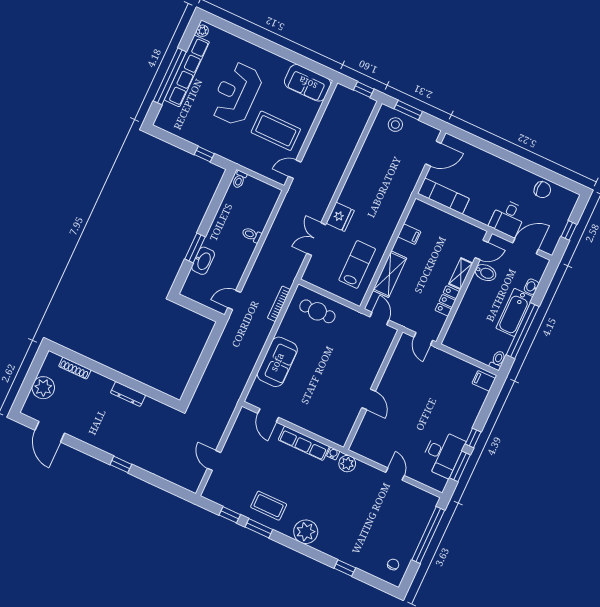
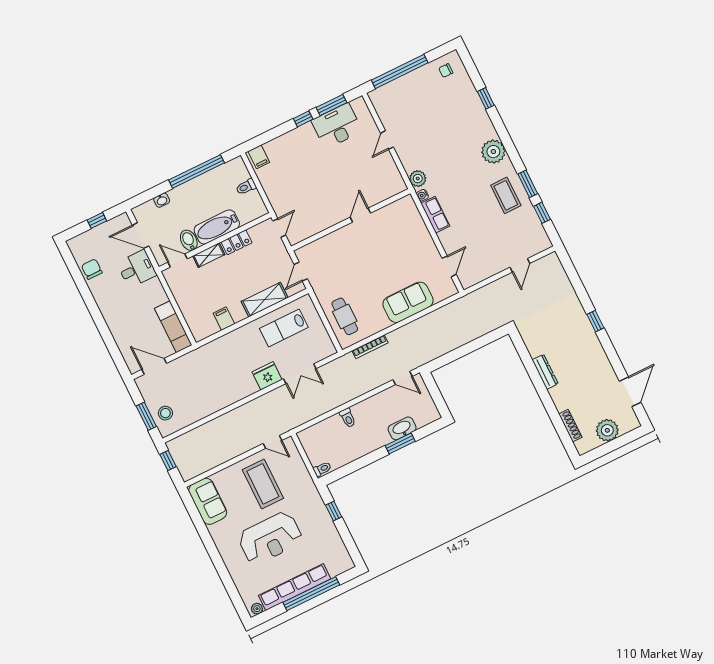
bathtub: (514, 312) -> (217, 227), moved, turned 180
toilet: (498, 360) -> (246, 187), moved
row of seats: (304, 443) -> (435, 215), width x0.68

